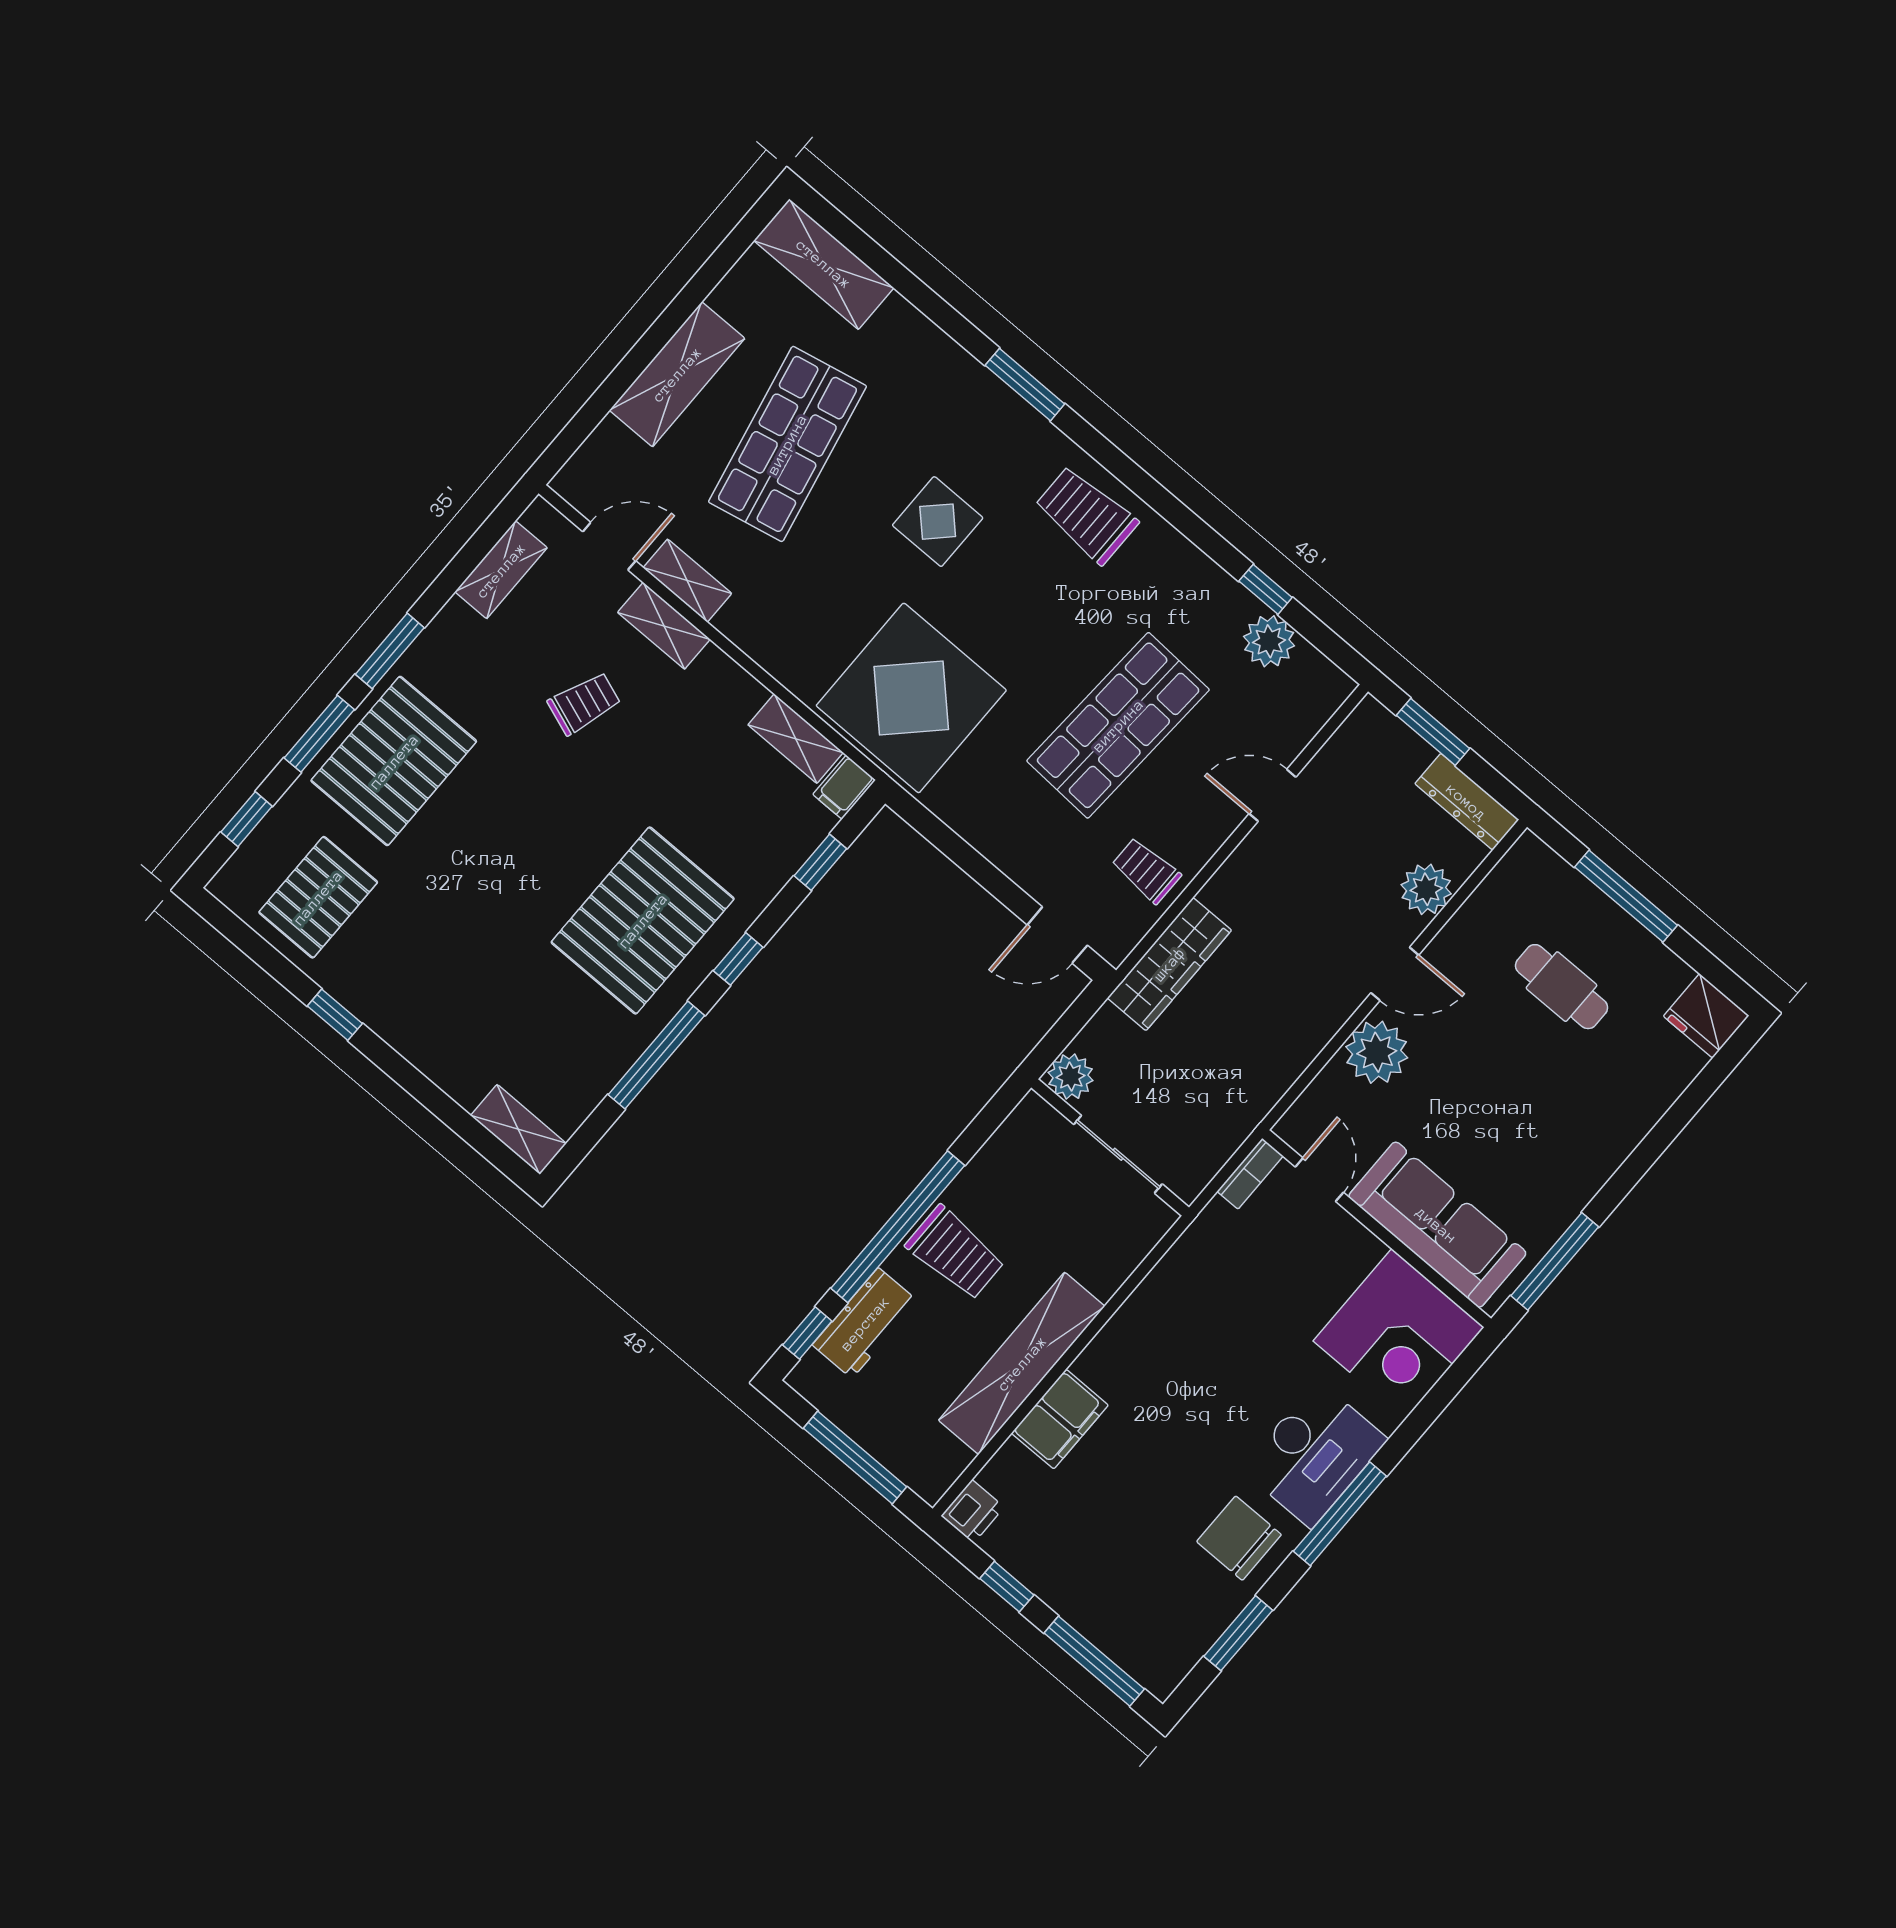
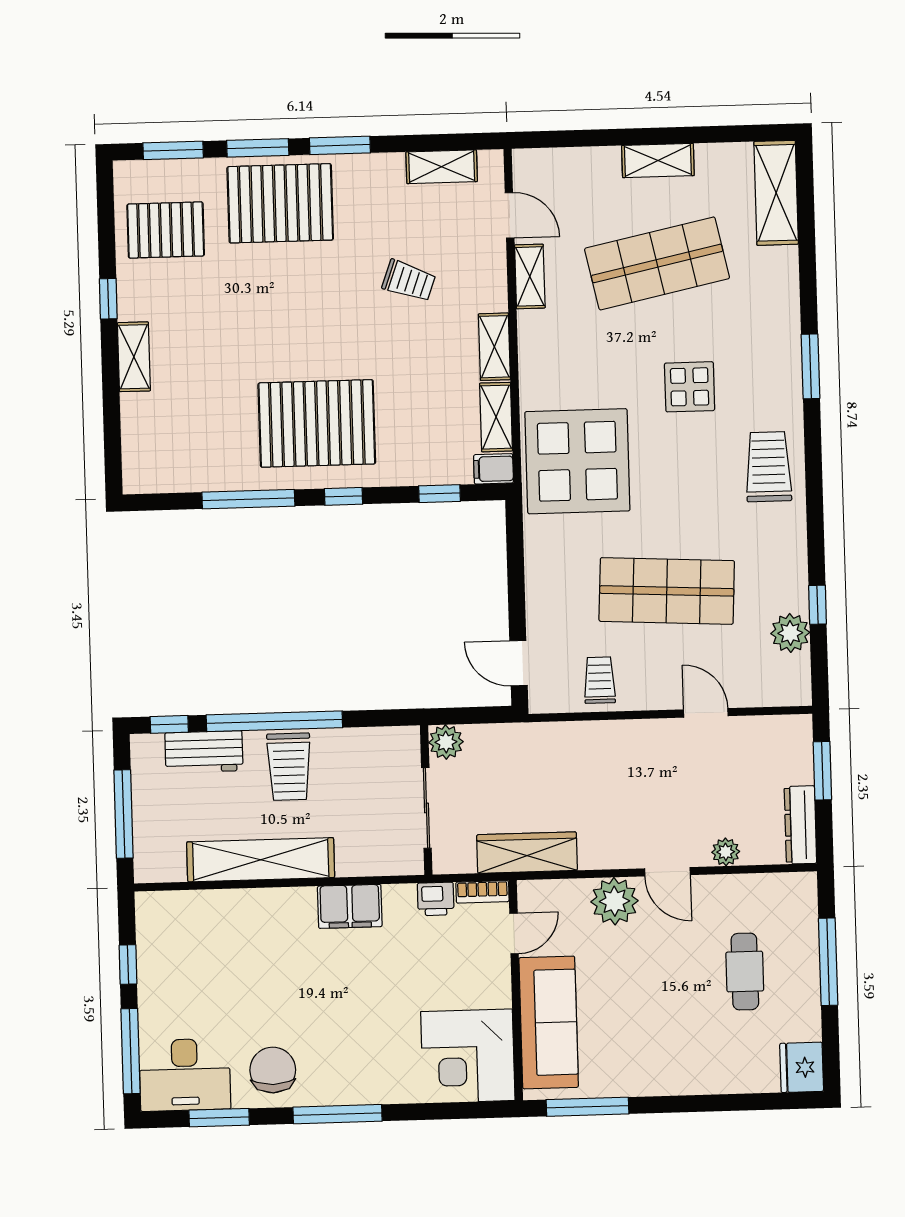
shelving: (677, 374) -> (658, 160), width x0.67, depth x0.75
shelving: (664, 626) -> (494, 347), moved
window: (247, 819) -> (173, 150), width x1.50
plant: (1426, 889) -> (726, 852), width x0.73, depth x0.73
wardrobe: (1169, 964) -> (527, 853), moved, turned 180
shelving: (518, 1129) -> (134, 357), moved
filing cabinet: (1060, 1419) -> (350, 906), moved
desk: (1314, 1454) -> (185, 1075), moved
printer: (973, 1511) -> (436, 899), moved

